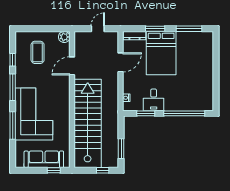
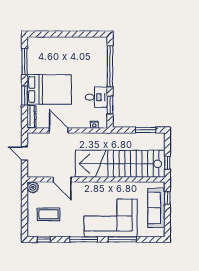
window: (13, 60) -> (44, 239), moved
window: (103, 170) -> (167, 163), moved

